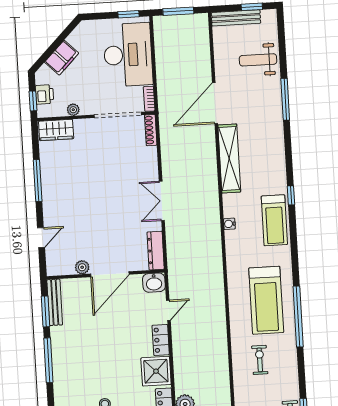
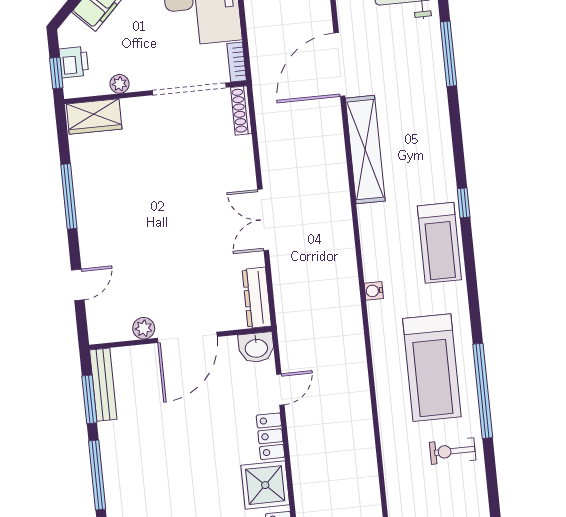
water cooler: (229, 224) -> (374, 291), moved
exercise bike: (260, 360) -> (453, 451), moved, turned -90

